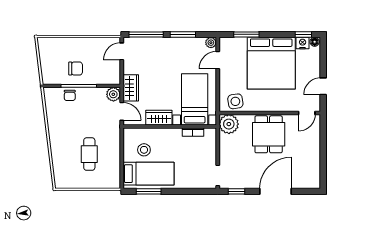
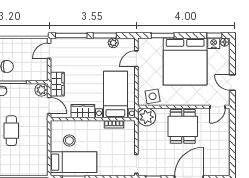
plant: (211, 43) -> (113, 43), moved
door: (323, 86) -> (232, 83), hinge flipped
cafe table: (89, 154) -> (11, 131), moved

